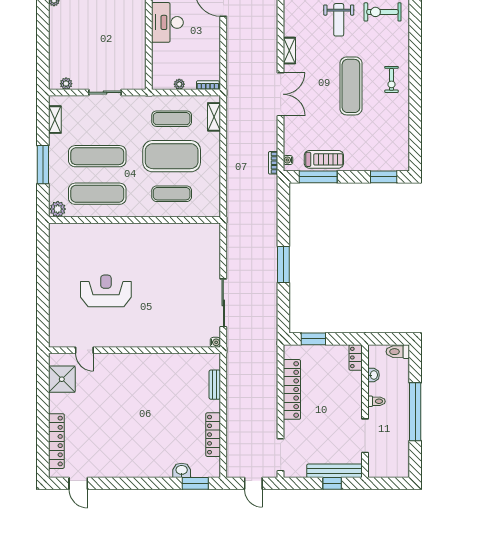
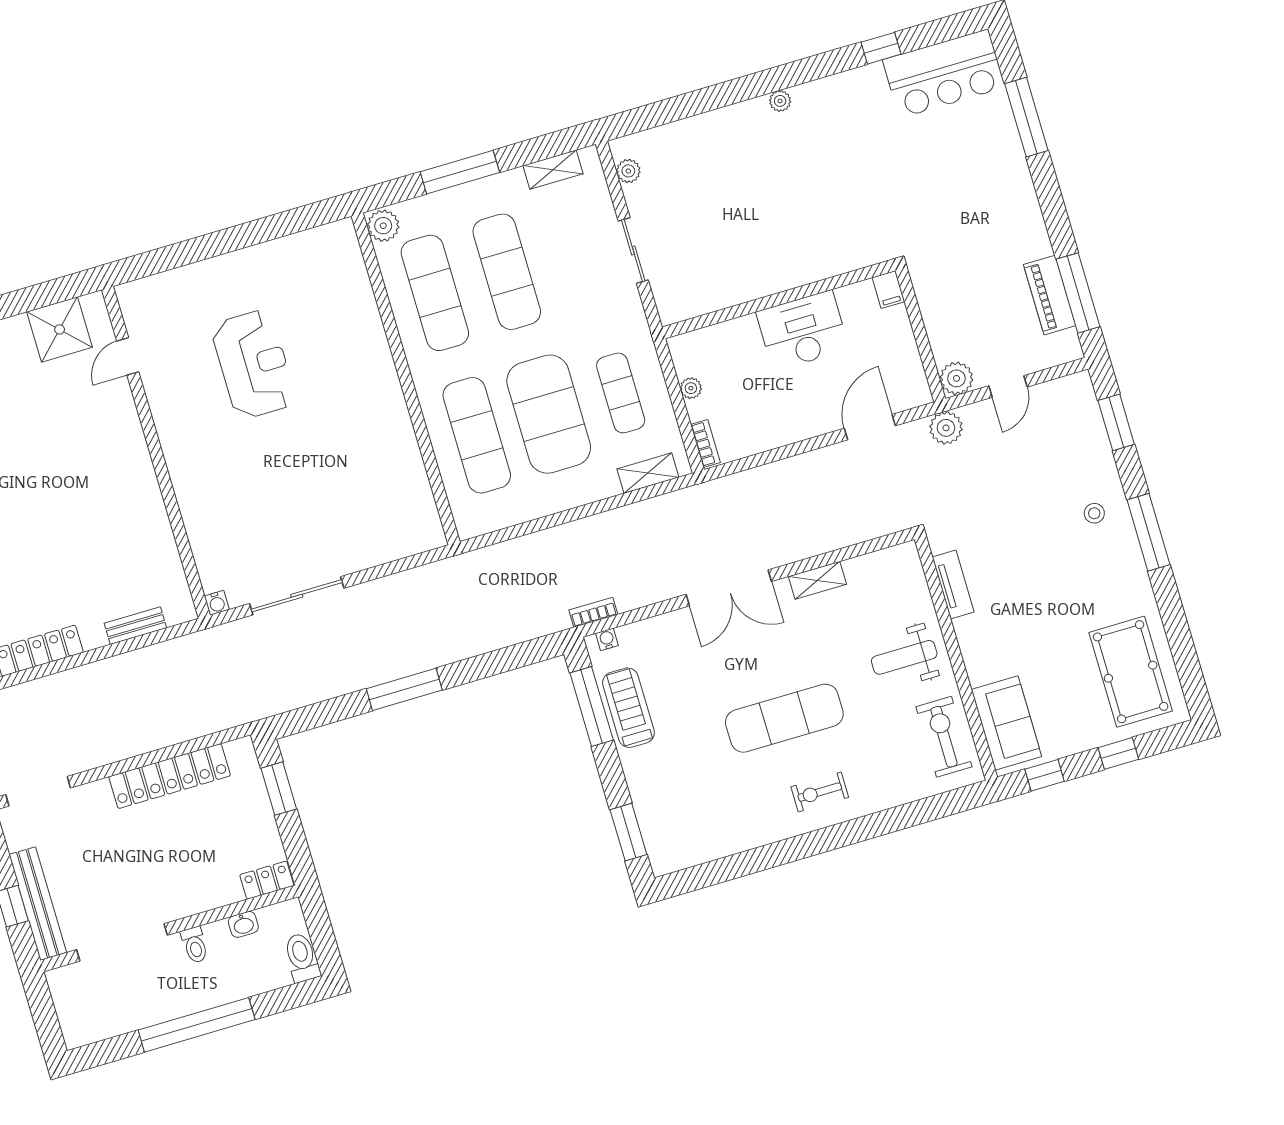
treadmill: (324, 159) -> (628, 708), turned 180
exercise mat: (172, 194) -> (477, 435), width x1.36, depth x1.45
doorway: (365, 436) -> (122, 942), width x1.36

